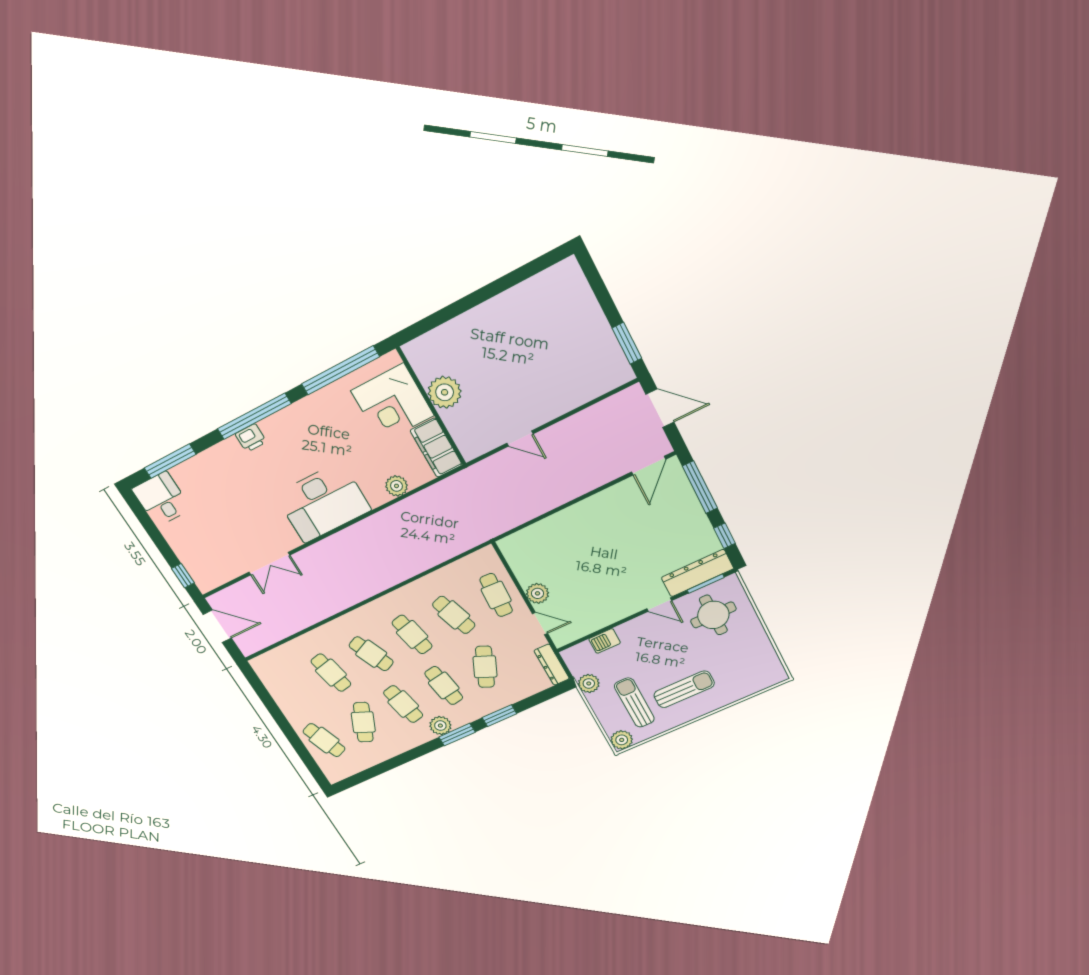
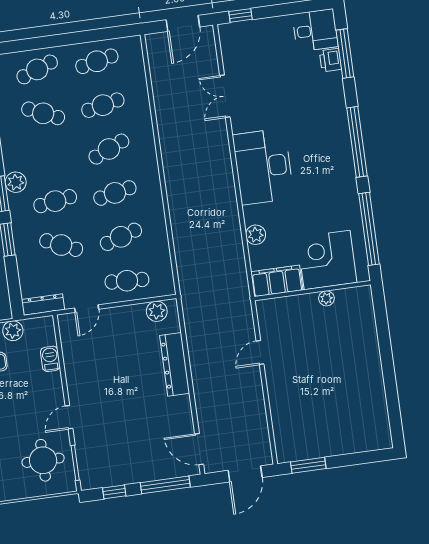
plant: (445, 392) -> (326, 298), width x0.53, depth x0.53
printer: (251, 438) -> (330, 60), moved
dresser: (697, 573) -> (175, 364), moved, turned 180
plant: (538, 593) -> (157, 311), moved
cafe table: (403, 704) -> (97, 61), moved

